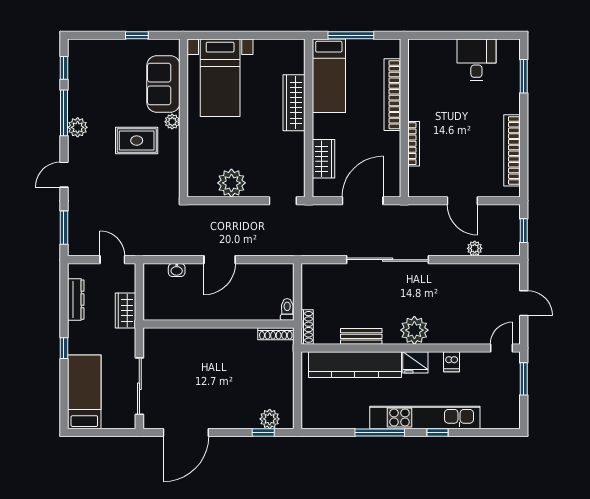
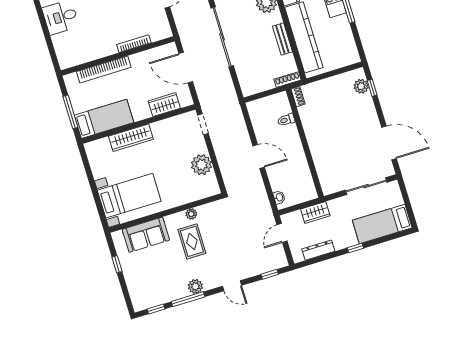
plant: (172, 122) -> (191, 214), moved
window: (64, 228) -> (270, 274), width x0.67
washbasin: (177, 270) -> (279, 197), moved
toilet: (287, 309) -> (286, 120), moved
shoe rack: (276, 334) -> (298, 96), width x0.70

